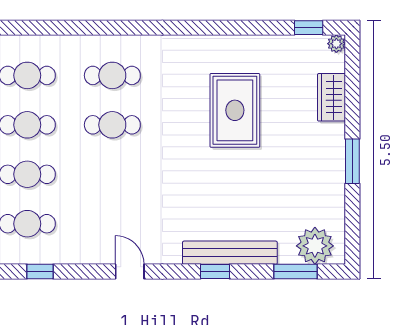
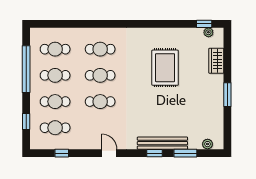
plant: (336, 44) -> (208, 32), moved
cafe table: (112, 174) -> (100, 102), added
plant: (315, 246) -> (208, 144), width x0.53, depth x0.53
window: (296, 272) -> (185, 153), moved

